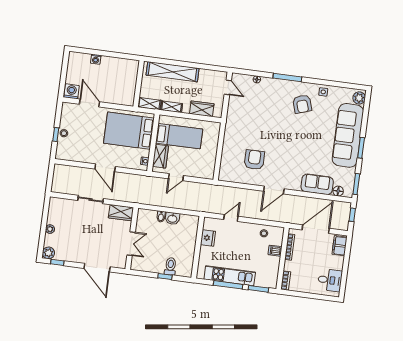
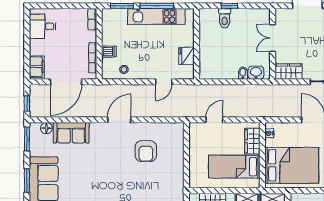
door: (176, 177) -> (214, 120), moved
washbasin: (172, 218) -> (256, 73), moved

